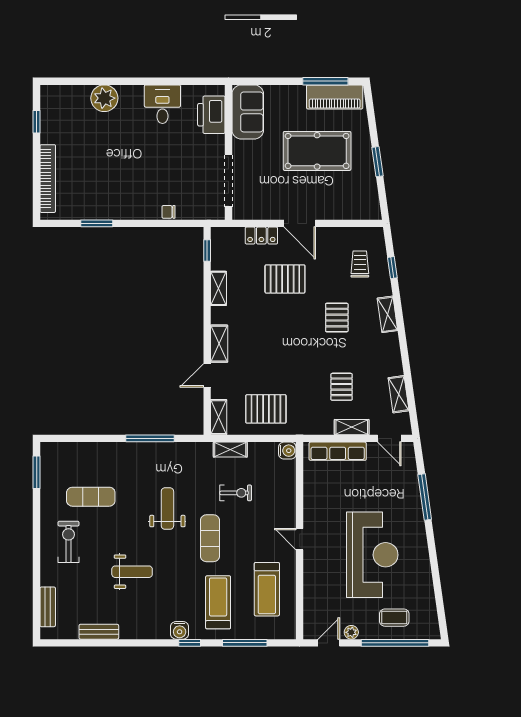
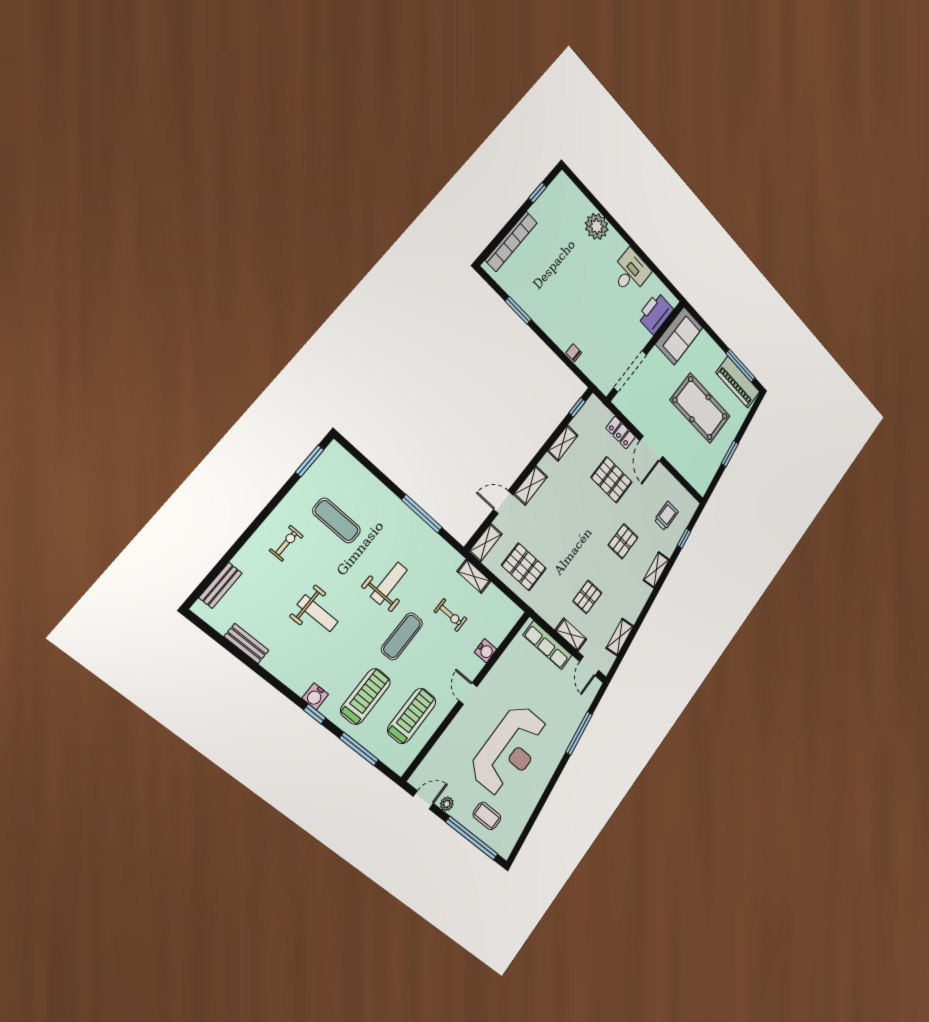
water cooler: (287, 451) -> (486, 651), moved
exercise bike: (69, 542) -> (286, 543), width x0.73, depth x0.72
treadmill: (267, 589) -> (412, 716), turned 180

